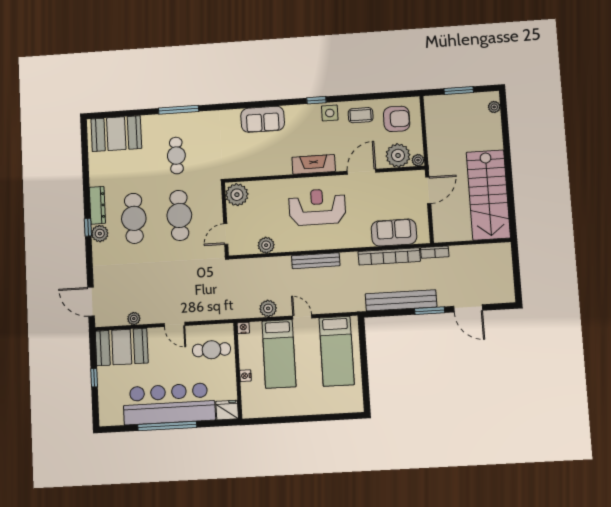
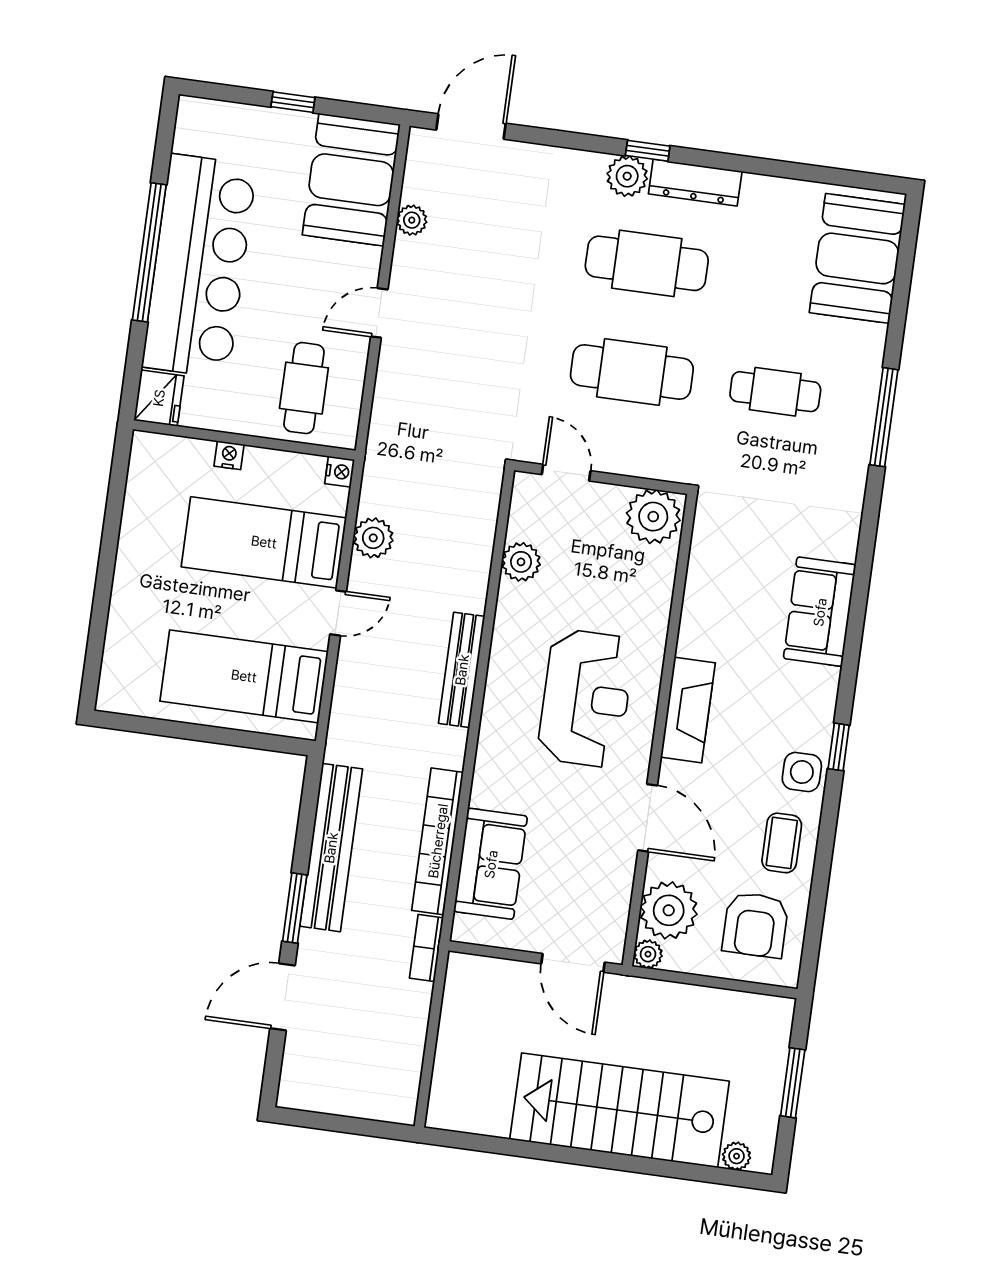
stairs: (488, 195) -> (620, 1110), moved

